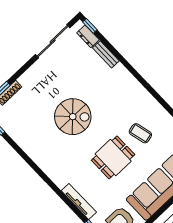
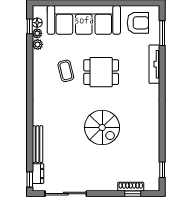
bench: (106, 54) -> (38, 144), width x1.36
spiral stairs: (73, 117) -> (102, 127), turned 180

